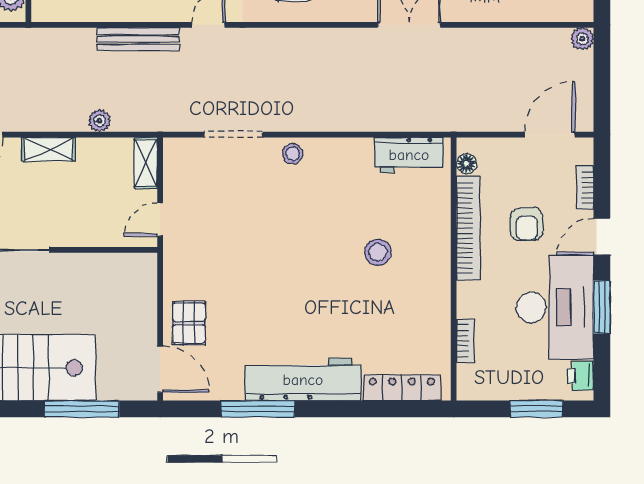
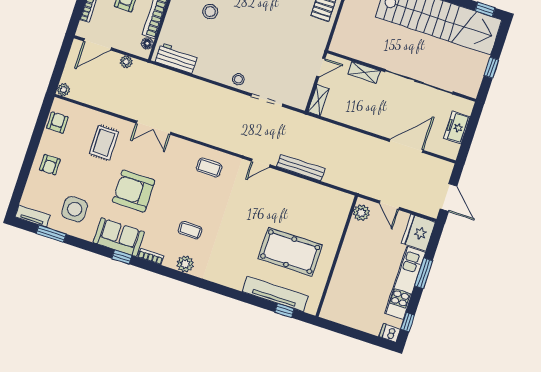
plant: (99, 121) -> (126, 62), moved
shelving: (49, 149) -> (364, 72), moved

